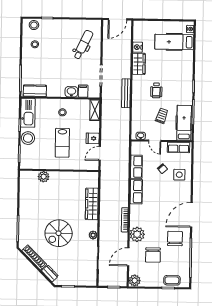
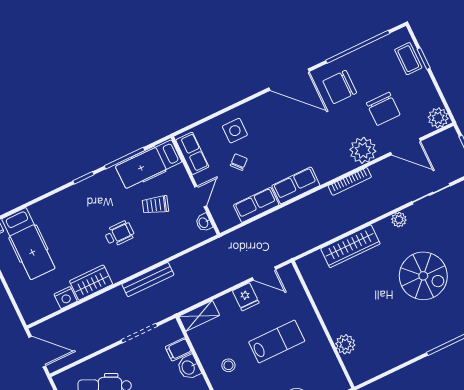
chair: (153, 255) -> (383, 109), turned 90

